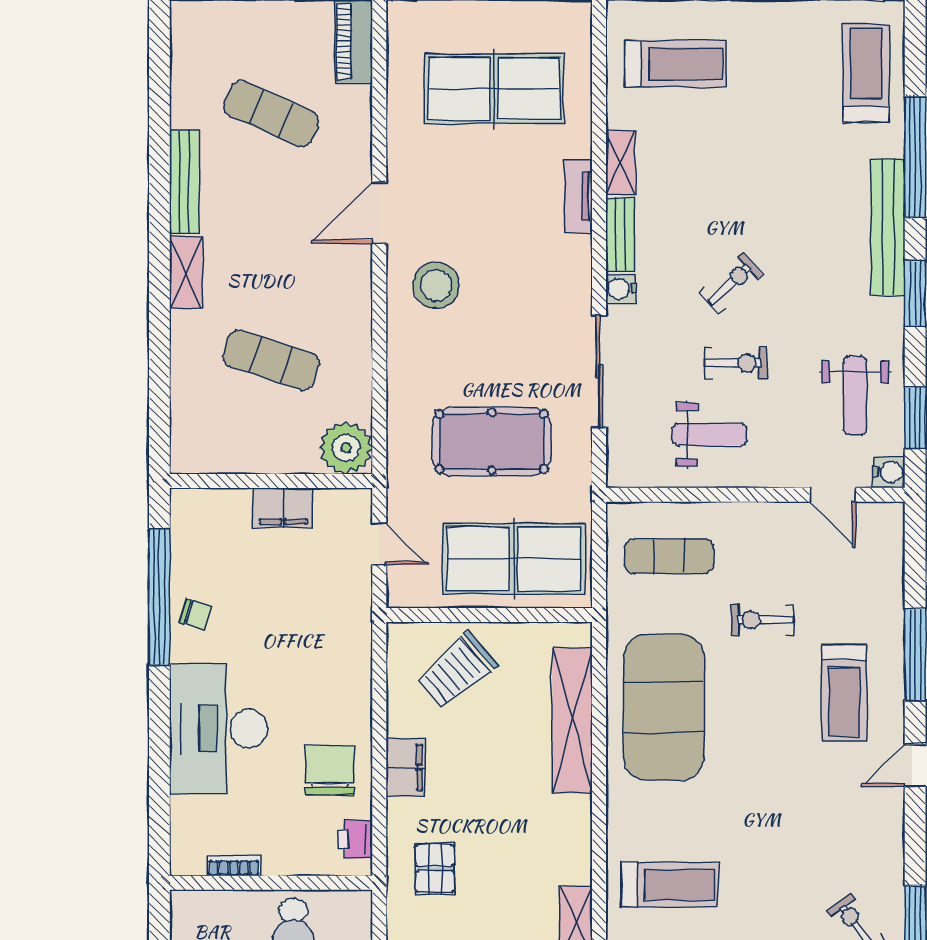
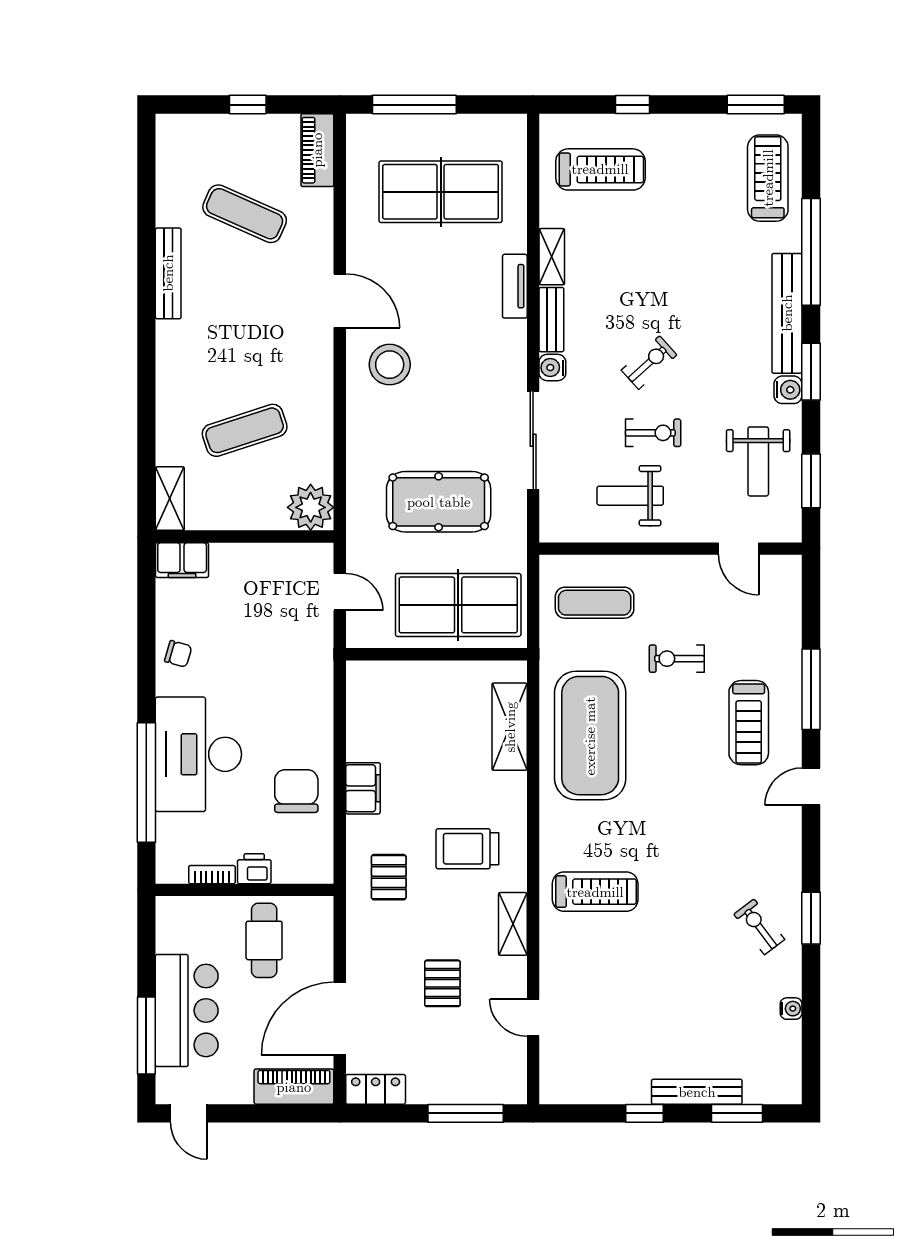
door: (379, 213) -> (340, 301), swing flipped
shelving: (186, 272) -> (170, 499), moved
exercise mat: (271, 360) -> (245, 430), turned -36
weight bench: (710, 434) -> (630, 496), turned 180
water cooler: (889, 472) -> (788, 390), moved
filing cabinet: (283, 508) -> (182, 560), moved
window: (159, 597) -> (146, 782), moved
trolley: (457, 671) -> (467, 849), moved, turned 41
shelving: (572, 720) -> (510, 727), width x0.68
printer: (355, 839) -> (254, 869), moved, turned 90

